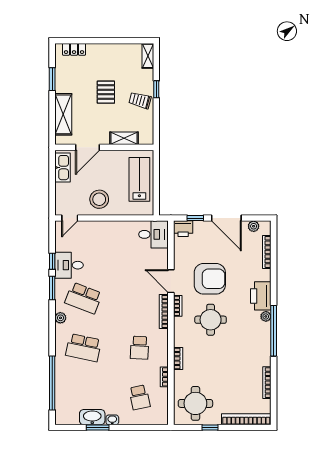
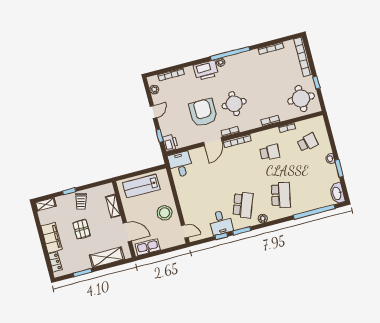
filing cabinet: (105, 53) -> (51, 238), added
pallet: (106, 92) -> (81, 229), turned 90
door: (226, 218) -> (153, 112), width x0.53
washbasin: (92, 417) -> (337, 193), moved

